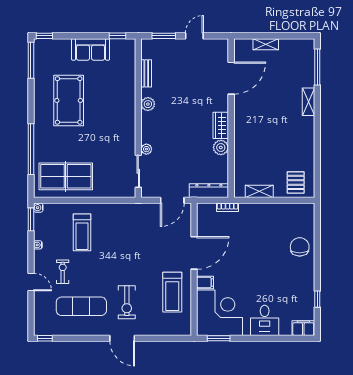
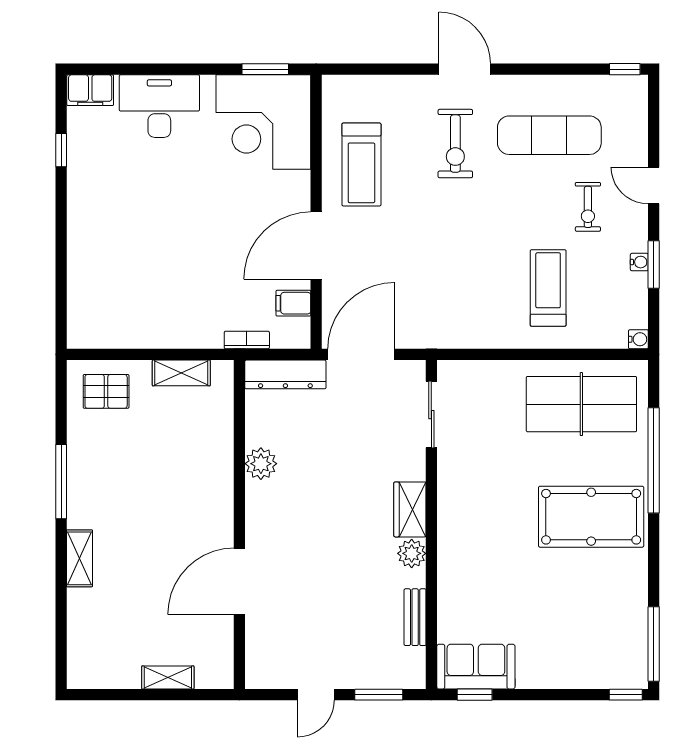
sofa: (91, 49) -> (476, 667), moved
window: (317, 67) -> (61, 482), moved
door: (231, 78) -> (239, 581), moved
pool table: (69, 100) -> (591, 517), moved, turned 90
wardrobe: (221, 125) -> (410, 509), moved, turned 180
plant: (146, 149) -> (415, 460), removed
pallet: (296, 182) -> (106, 391), turned 90
door: (172, 200) -> (361, 354), width x1.36
window: (31, 219) -> (654, 264), moved
chair: (300, 247) -> (98, 258), removed
filing cabinet: (205, 282) -> (293, 303), moved
treadmill: (172, 292) -> (361, 165), turned 180
exercise bike: (127, 302) -> (455, 144), turned 180
desk: (265, 320) -> (159, 106), width x1.37

